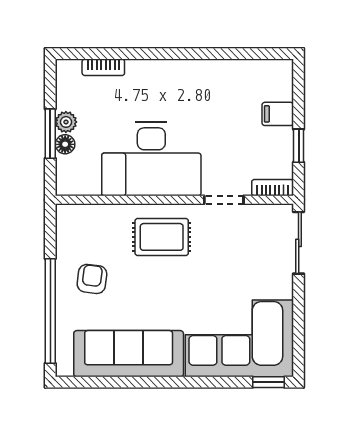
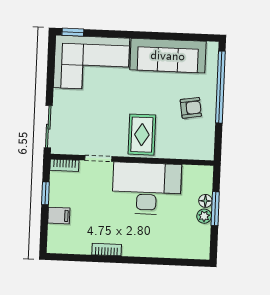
bookcase: (103, 67) -> (107, 250), moved
rug: (162, 237) -> (142, 135), turned 90
armchair: (92, 279) -> (191, 108), turned -106

